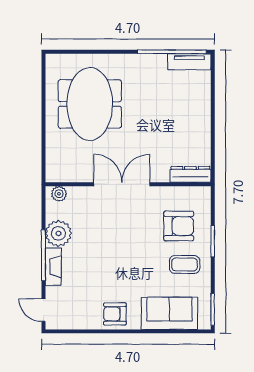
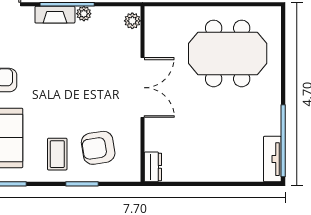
dresser: (190, 174) -> (153, 167), width x0.70
armchair: (179, 226) -> (98, 148), turned 81
plant: (58, 233) -> (84, 14), width x0.53, depth x0.53

